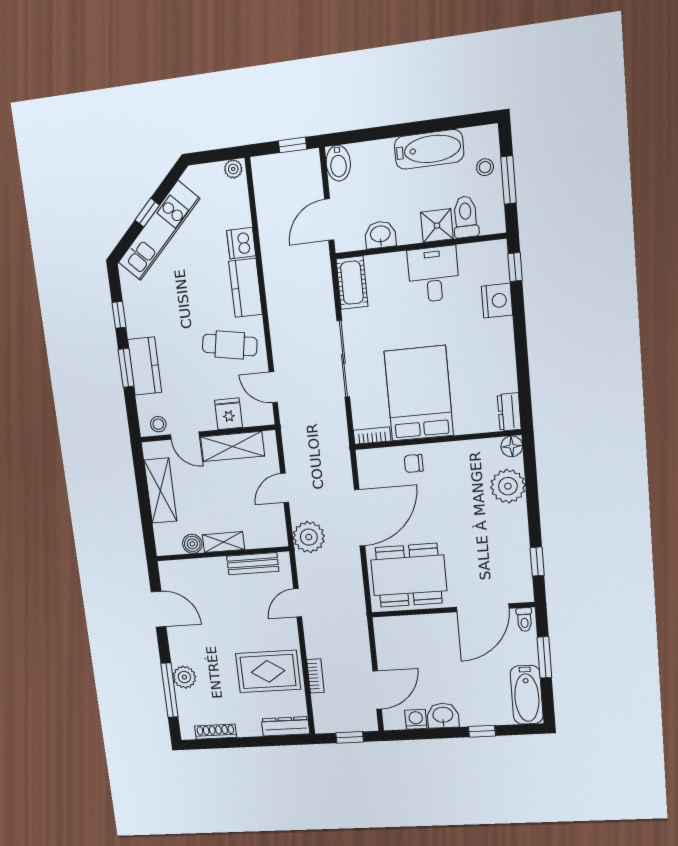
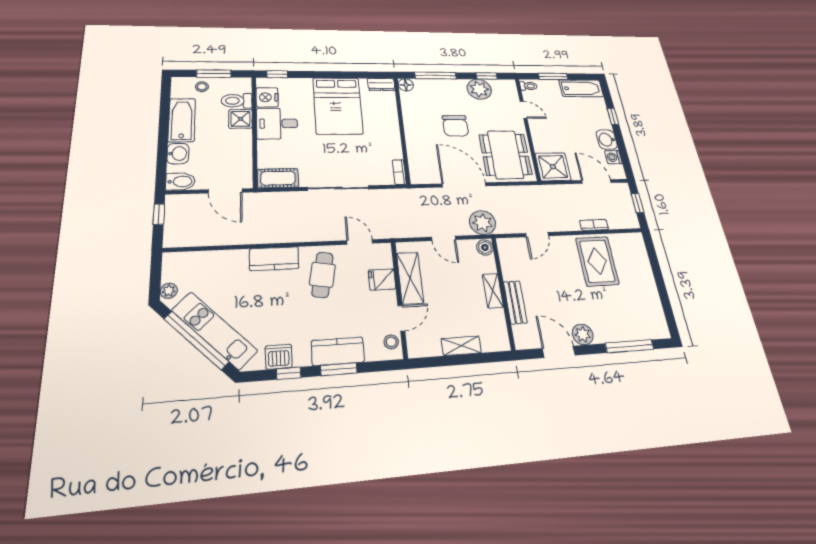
plant: (233, 169) -> (169, 291), moved
window: (147, 213) -> (196, 340), width x3.17
washbasin: (380, 235) -> (178, 154), moved, turned 180
dishwasher: (241, 243) -> (279, 357), moved, turned 180
nightstand: (497, 301) -> (267, 97), moved, turned -90
door: (273, 387) -> (360, 242), swing flipped
bed: (419, 393) -> (338, 106), moved, turned -90
chair: (414, 463) -> (455, 126), moved, width x1.87, depth x1.87
plant: (508, 486) -> (479, 89), moved
window: (532, 489) -> (436, 76), added
shelving: (160, 491) -> (461, 346), width x0.67, depth x0.75
boiler: (192, 544) -> (485, 247), moved
bench: (253, 564) -> (515, 302), moved
door: (298, 603) -> (537, 235), hinge flipped
door: (483, 608) -> (523, 110), width x0.53
door: (159, 609) -> (559, 352), hinge flipped
shower: (395, 636) -> (553, 167), added
plant: (184, 677) -> (583, 334), moved
dresser: (286, 726) -> (640, 250), removed
shoe rack: (216, 732) -> (657, 308), removed

